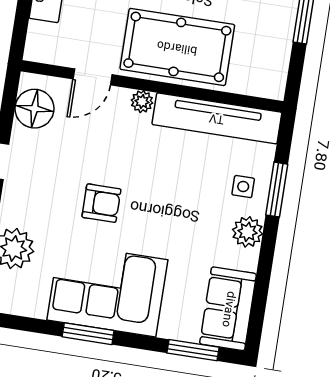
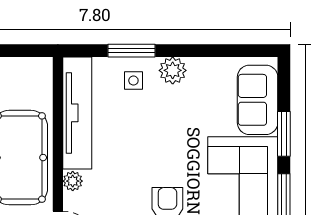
sofa: (228, 309) -> (258, 100), moved, turned 90
window: (193, 350) -> (284, 134), moved

